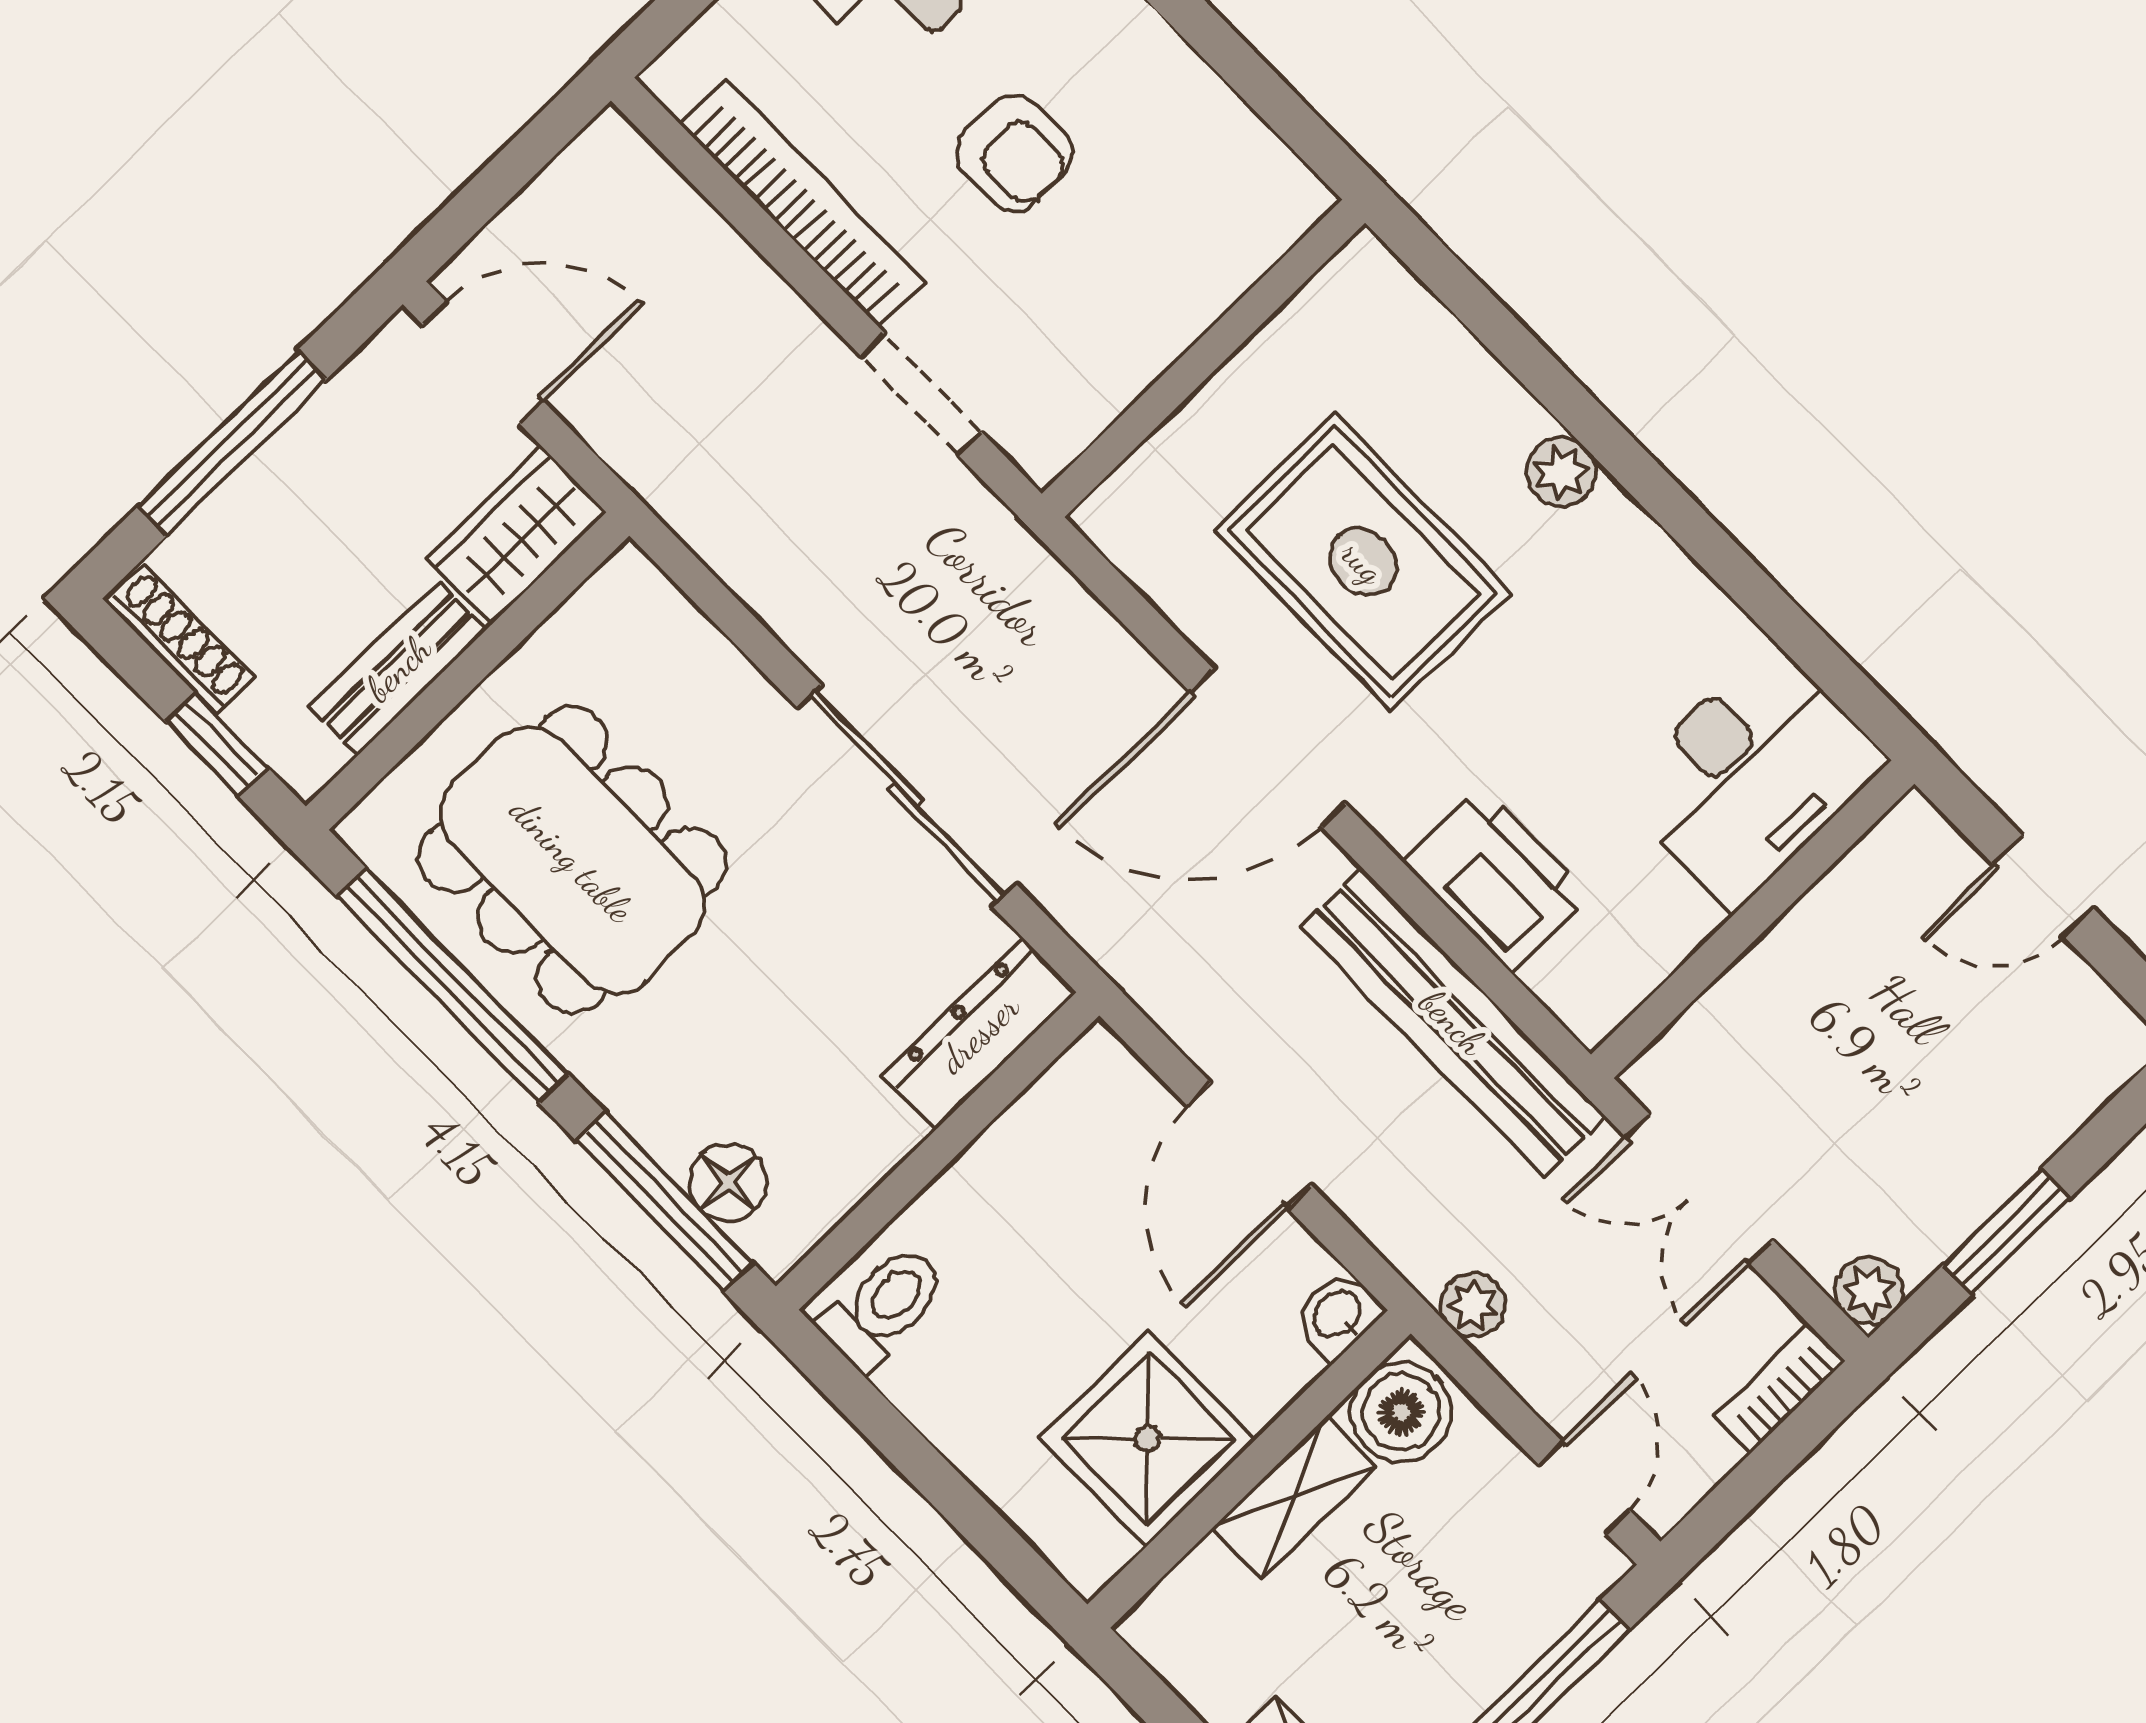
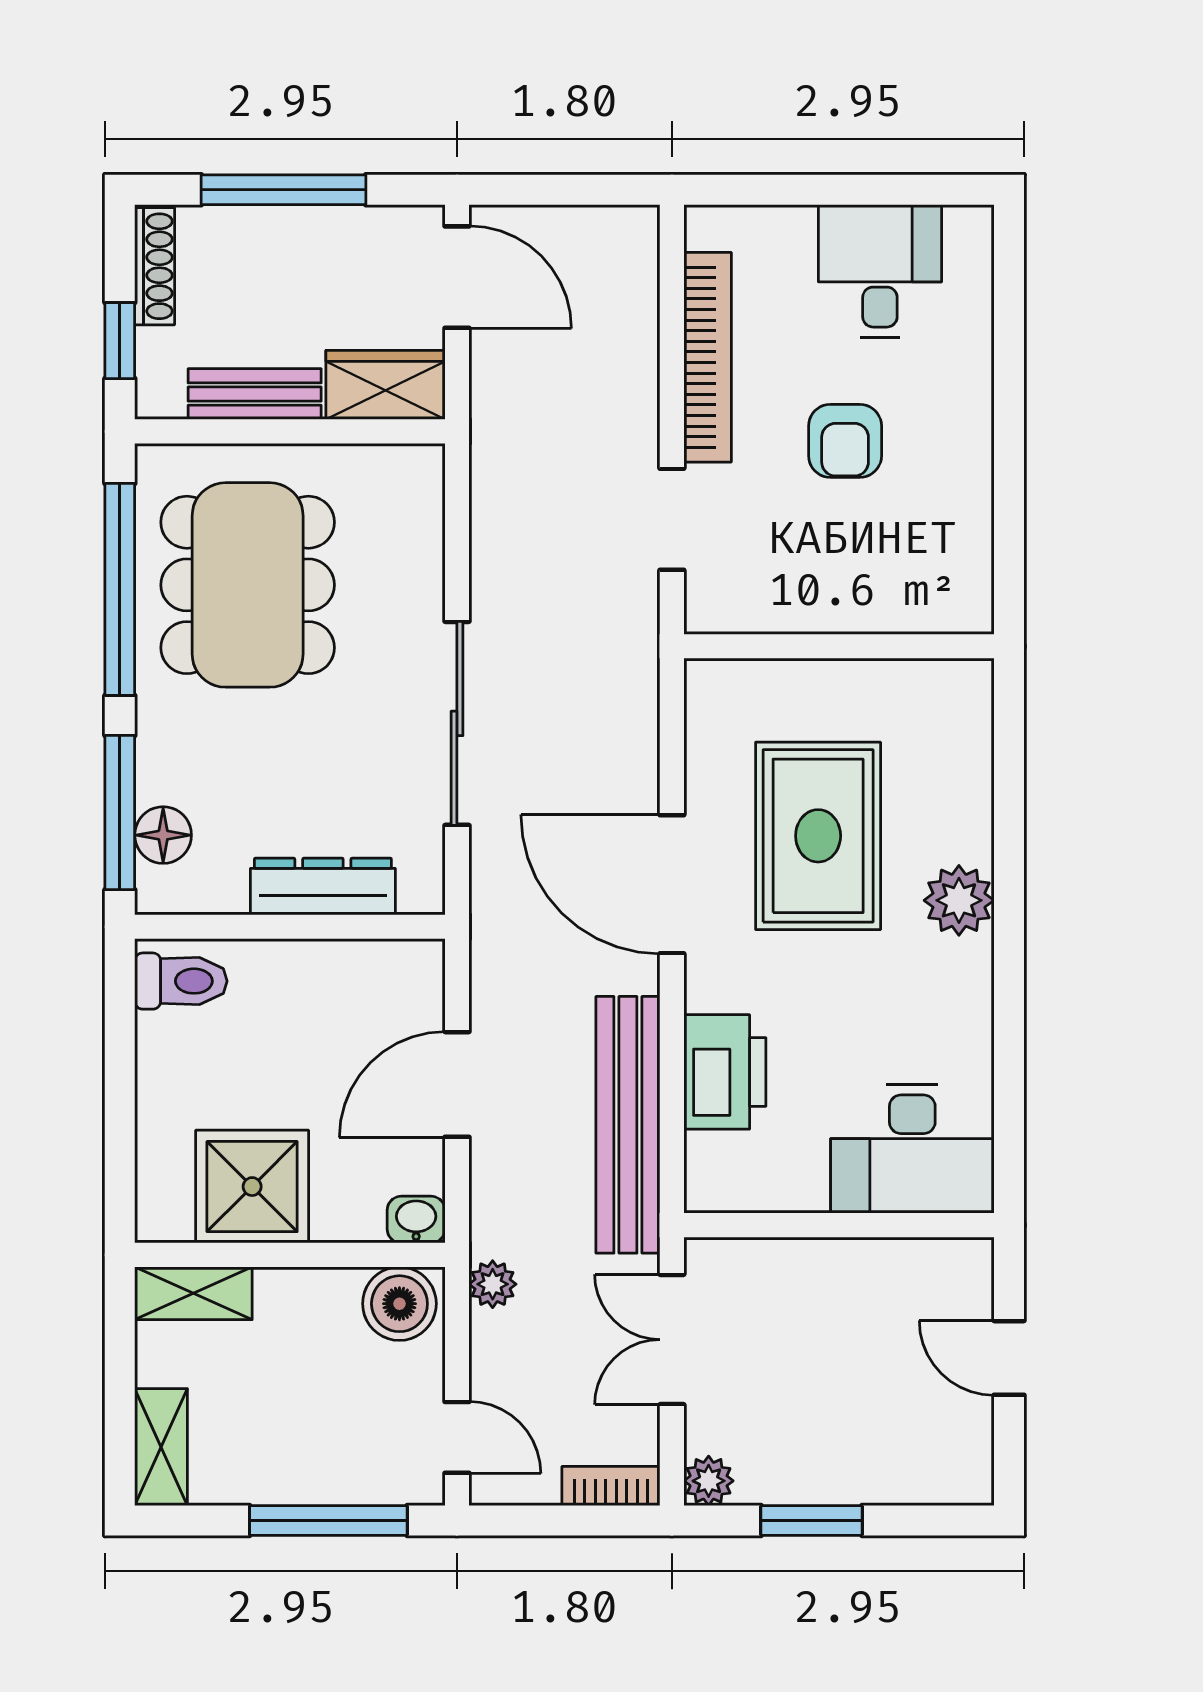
plant: (1561, 472) -> (959, 900), width x1.38, depth x1.38
dresser: (979, 1033) -> (323, 886), moved
door: (1584, 1487) -> (457, 1437), hinge flipped
shelving: (1294, 1497) -> (193, 1293), moved

